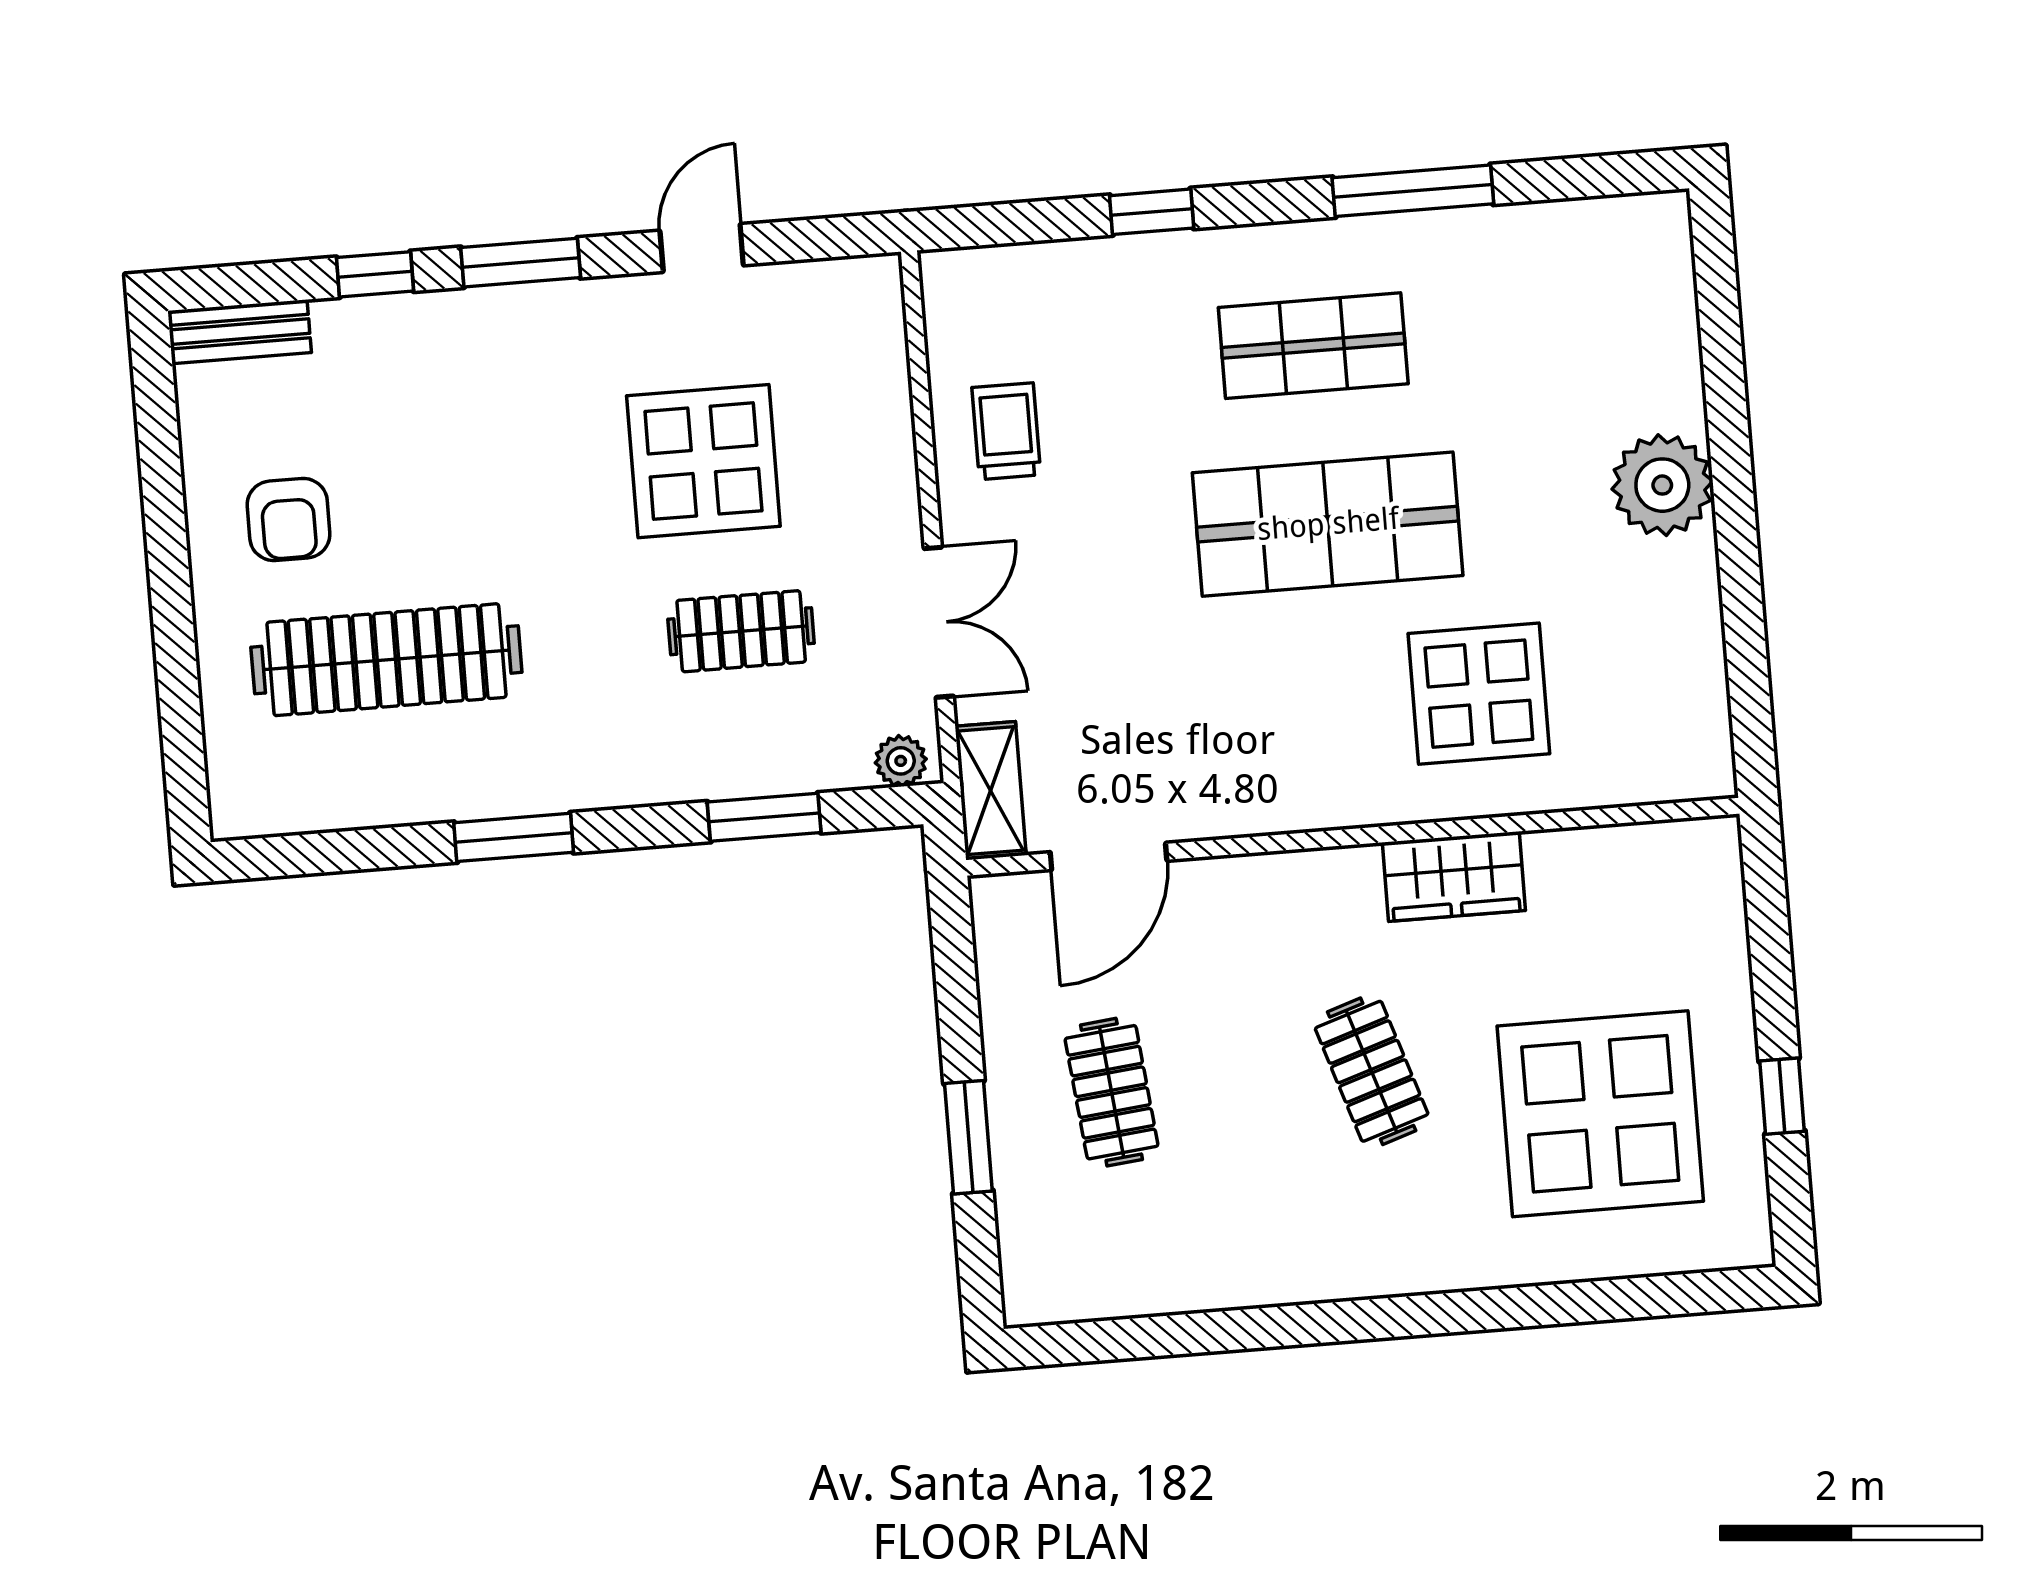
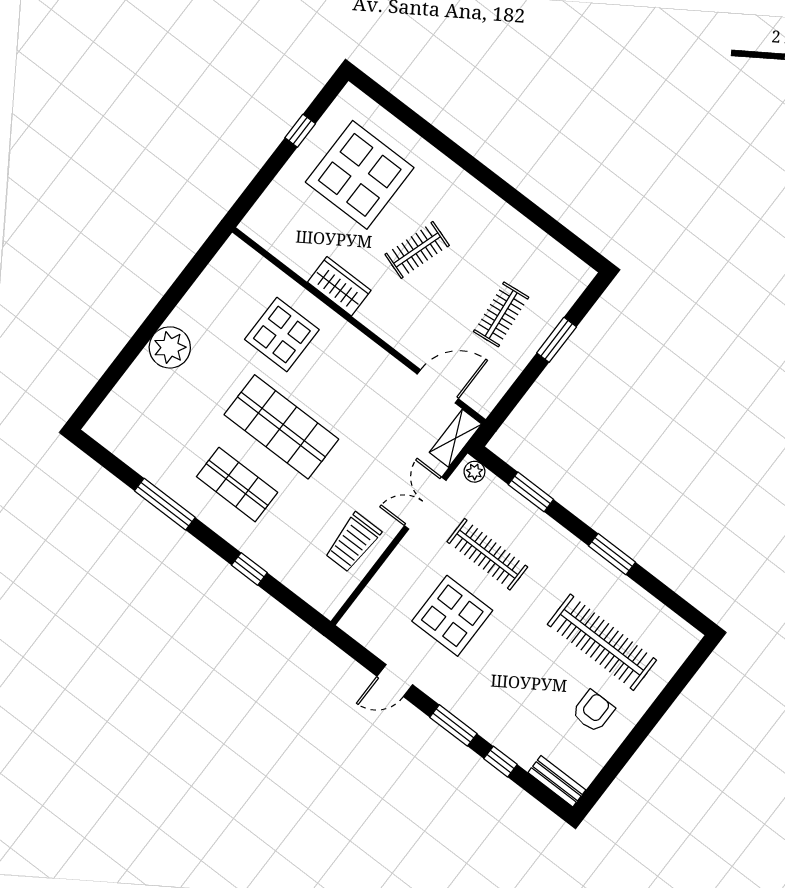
trolley: (1006, 431) -> (353, 542), width x1.36, depth x1.39
clothes rail: (741, 631) -> (487, 554), width x1.36
clothes rail: (1372, 1071) -> (417, 250), turned 36

